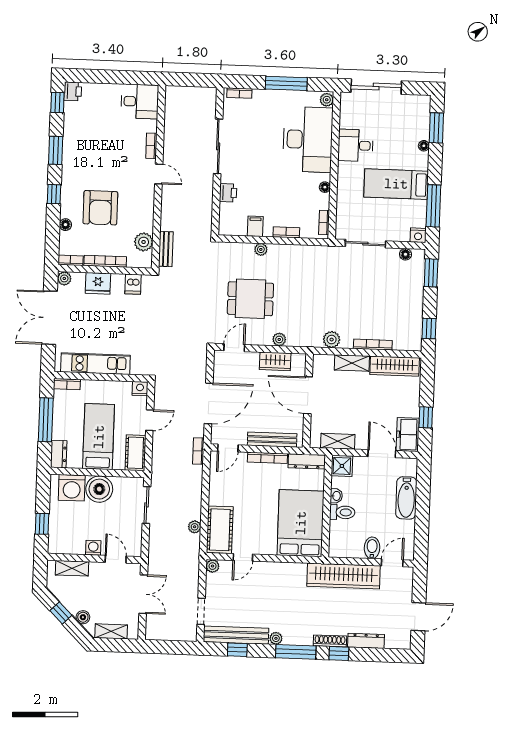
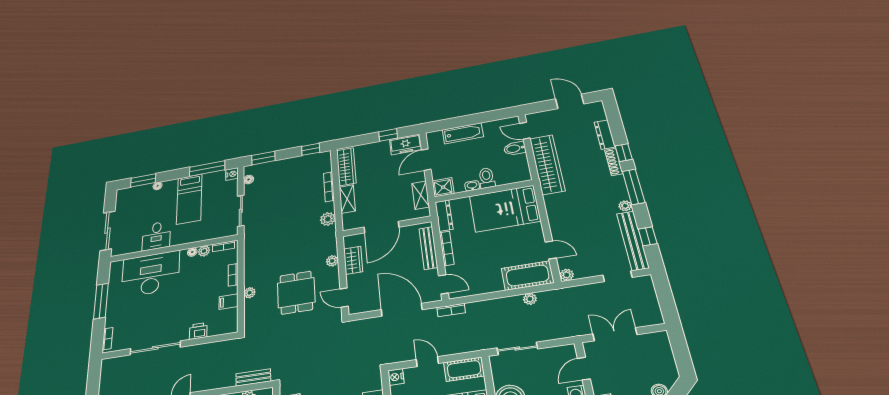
plant: (327, 100) -> (204, 251), moved
shelving: (111, 631) -> (666, 359), removed

